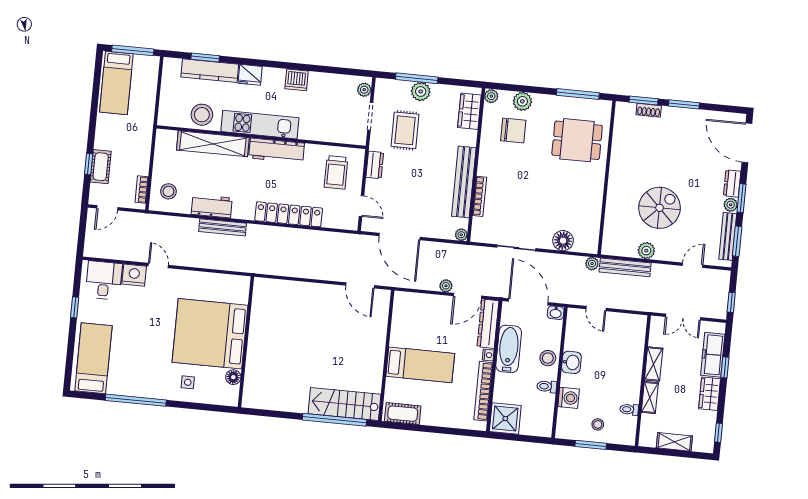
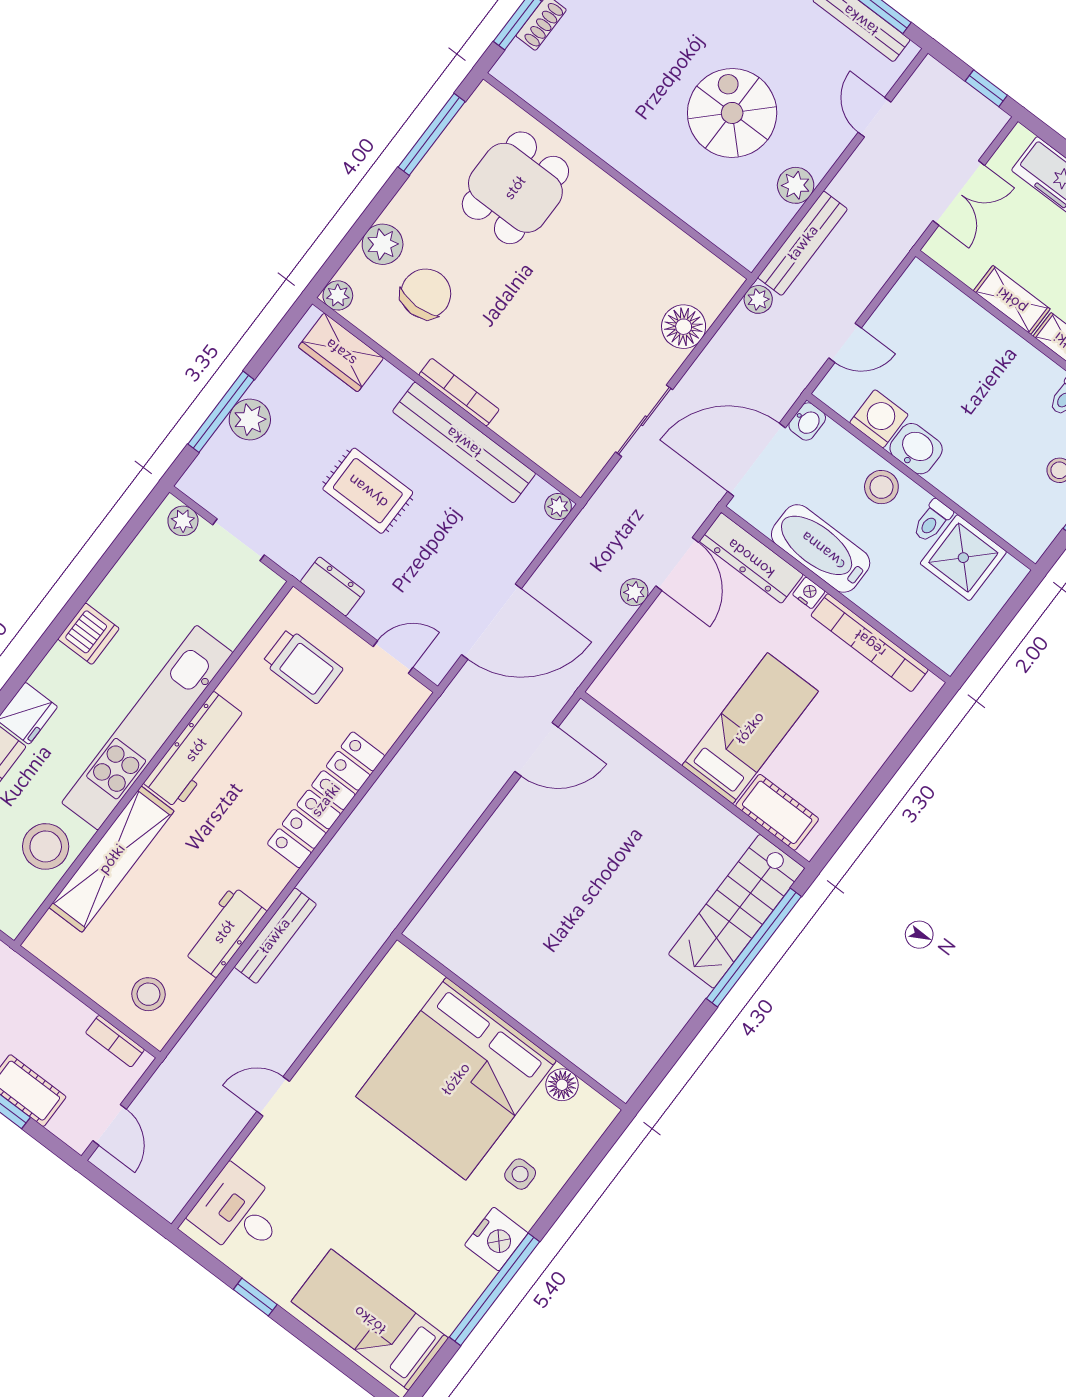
kitchen unit: (260, 125) -> (147, 728), width x1.36
rug: (405, 130) -> (368, 491), moved
bookcase: (480, 196) -> (459, 392), moved
nightstand: (134, 275) -> (496, 1239), moved, turned 180
washing machine: (569, 398) -> (879, 419), moved
cot: (403, 414) -> (777, 812), moved, turned 90
shower: (505, 419) -> (963, 558), moved

